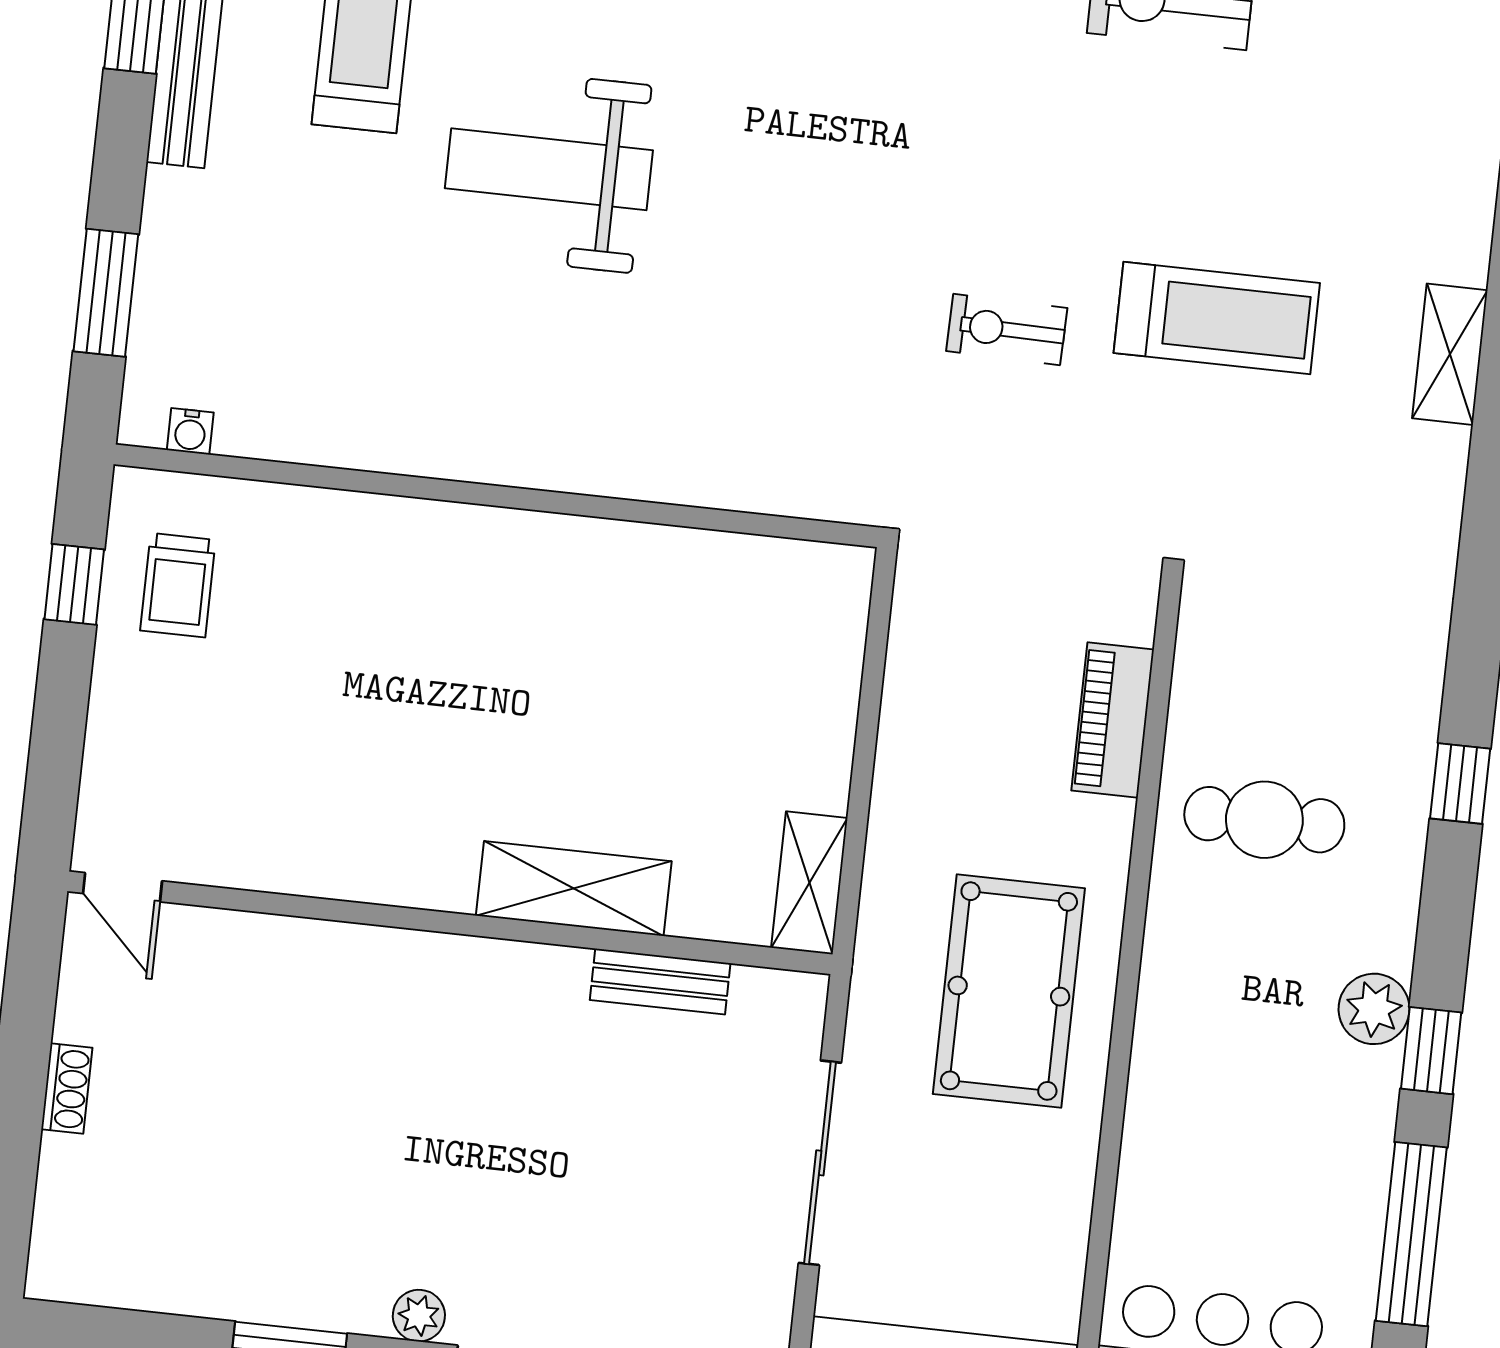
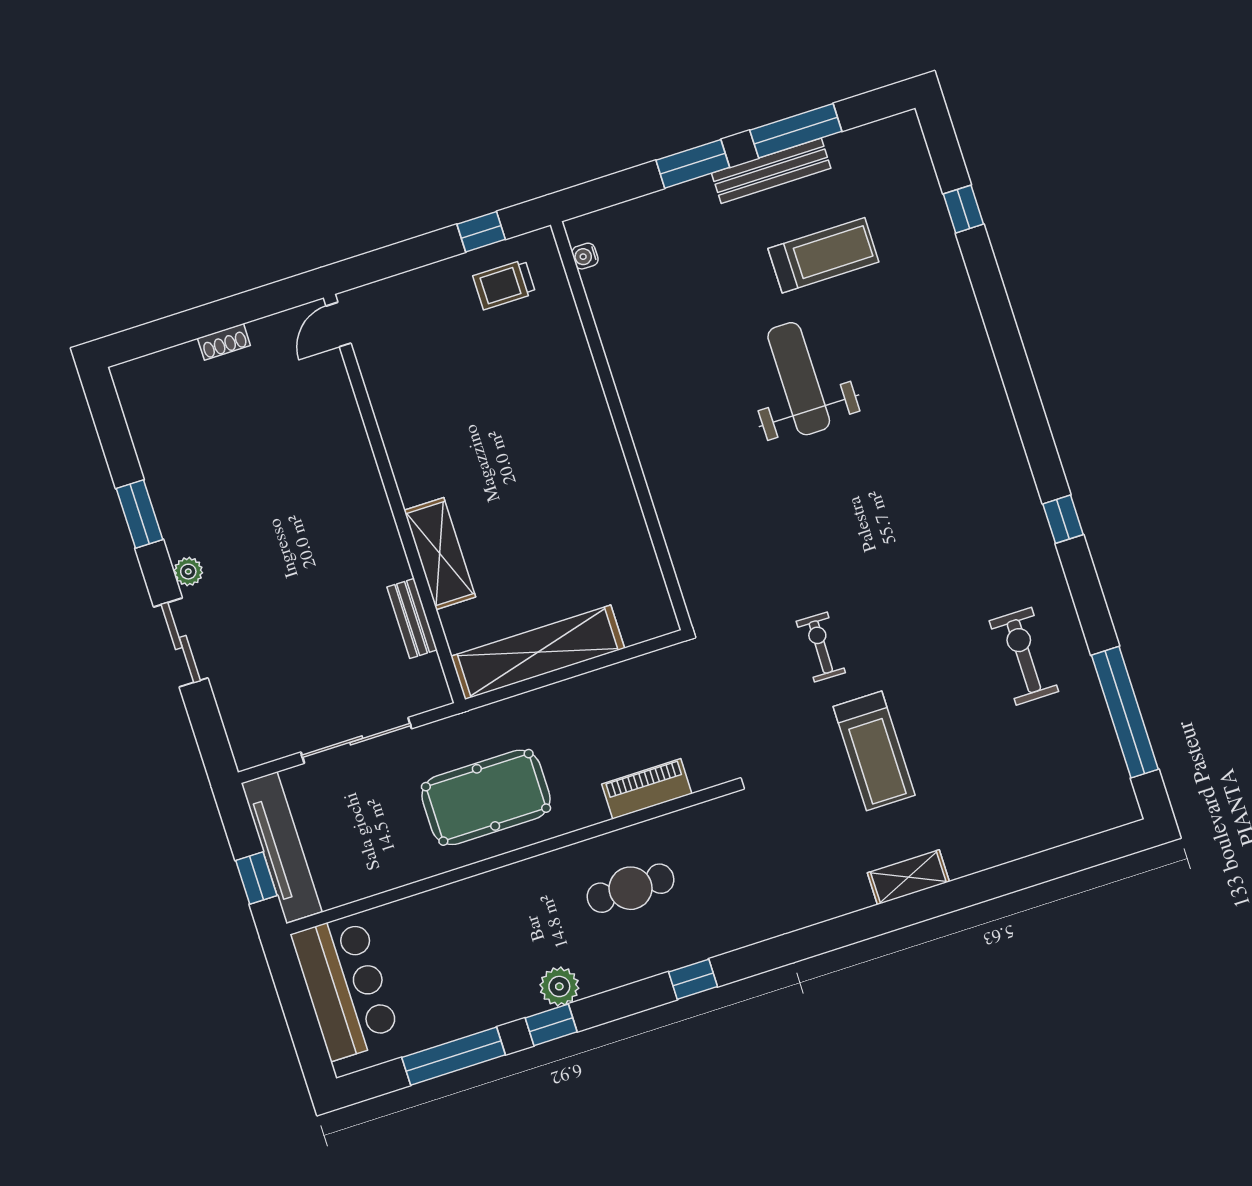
window: (106, 293) -> (693, 164), moved
cafe table: (1264, 820) -> (631, 888), turned 90
shelving: (809, 883) -> (538, 652), width x2.20, depth x1.33

